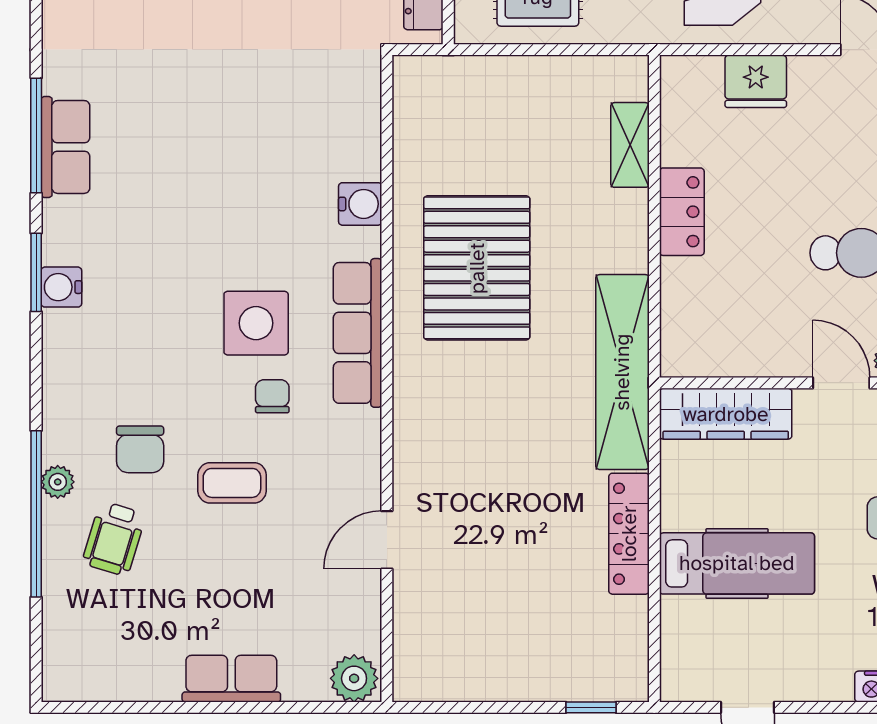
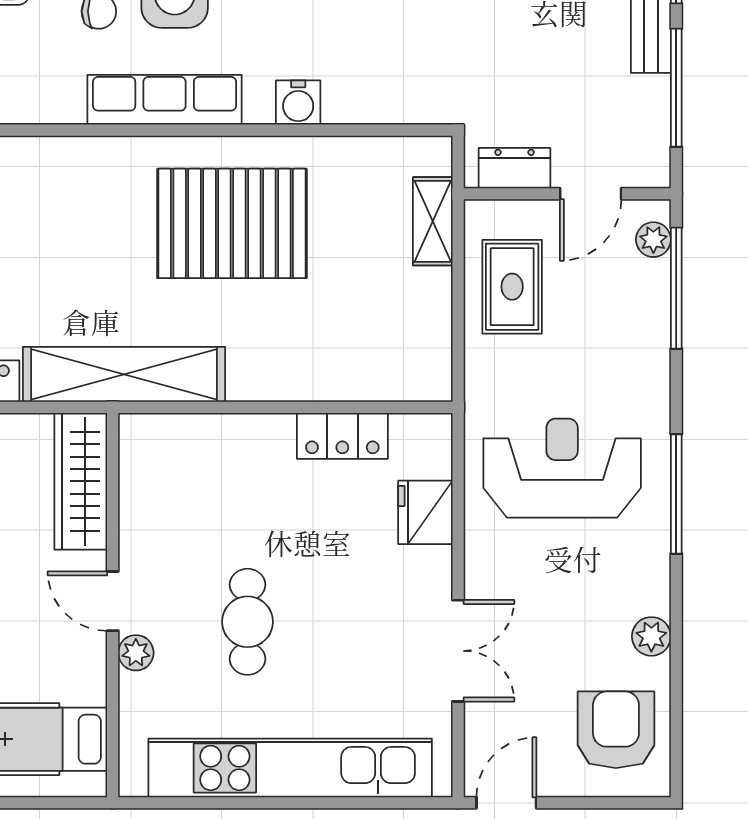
shelving: (630, 145) -> (433, 221), moved, turned 90
locker: (682, 212) -> (342, 436), moved
door: (841, 383) -> (113, 601), swing flipped

